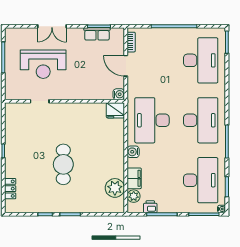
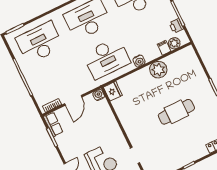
row of seats: (97, 34) -> (53, 124), moved
filing cabinet: (134, 178) -> (164, 48), width x0.50
plant: (115, 188) -> (158, 70), moved

